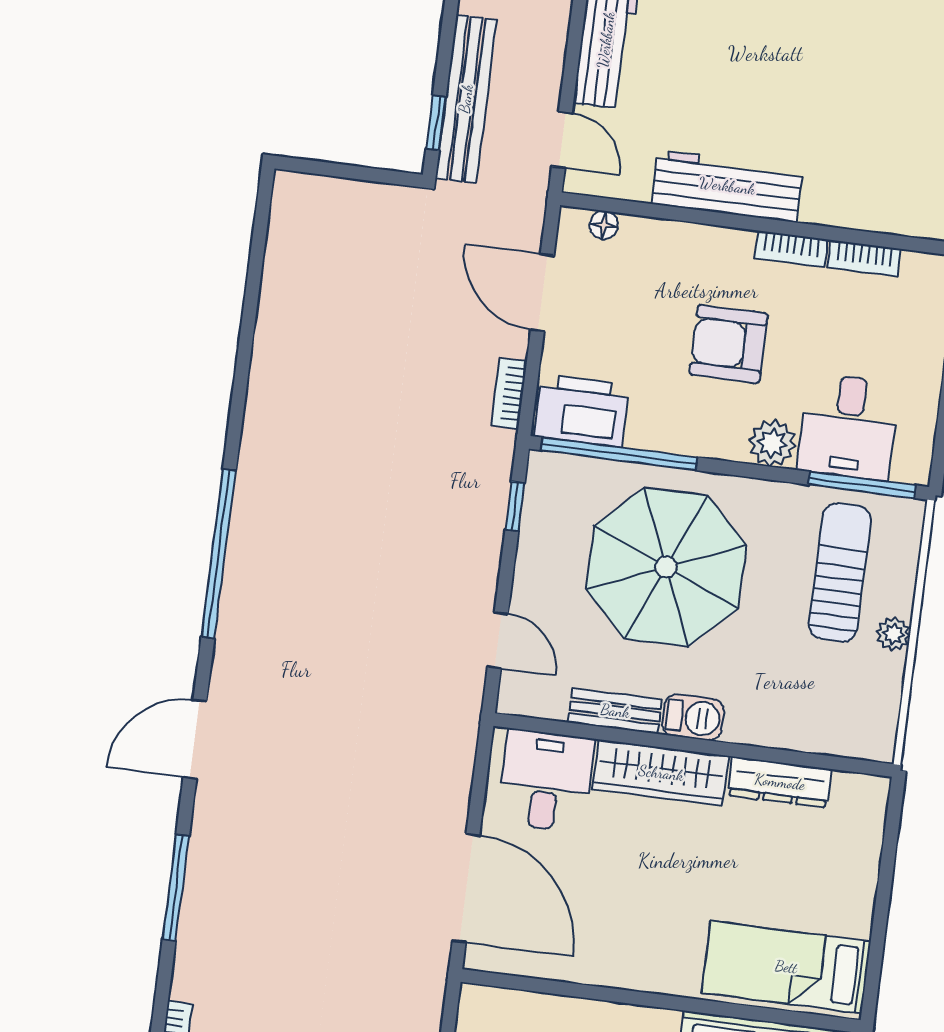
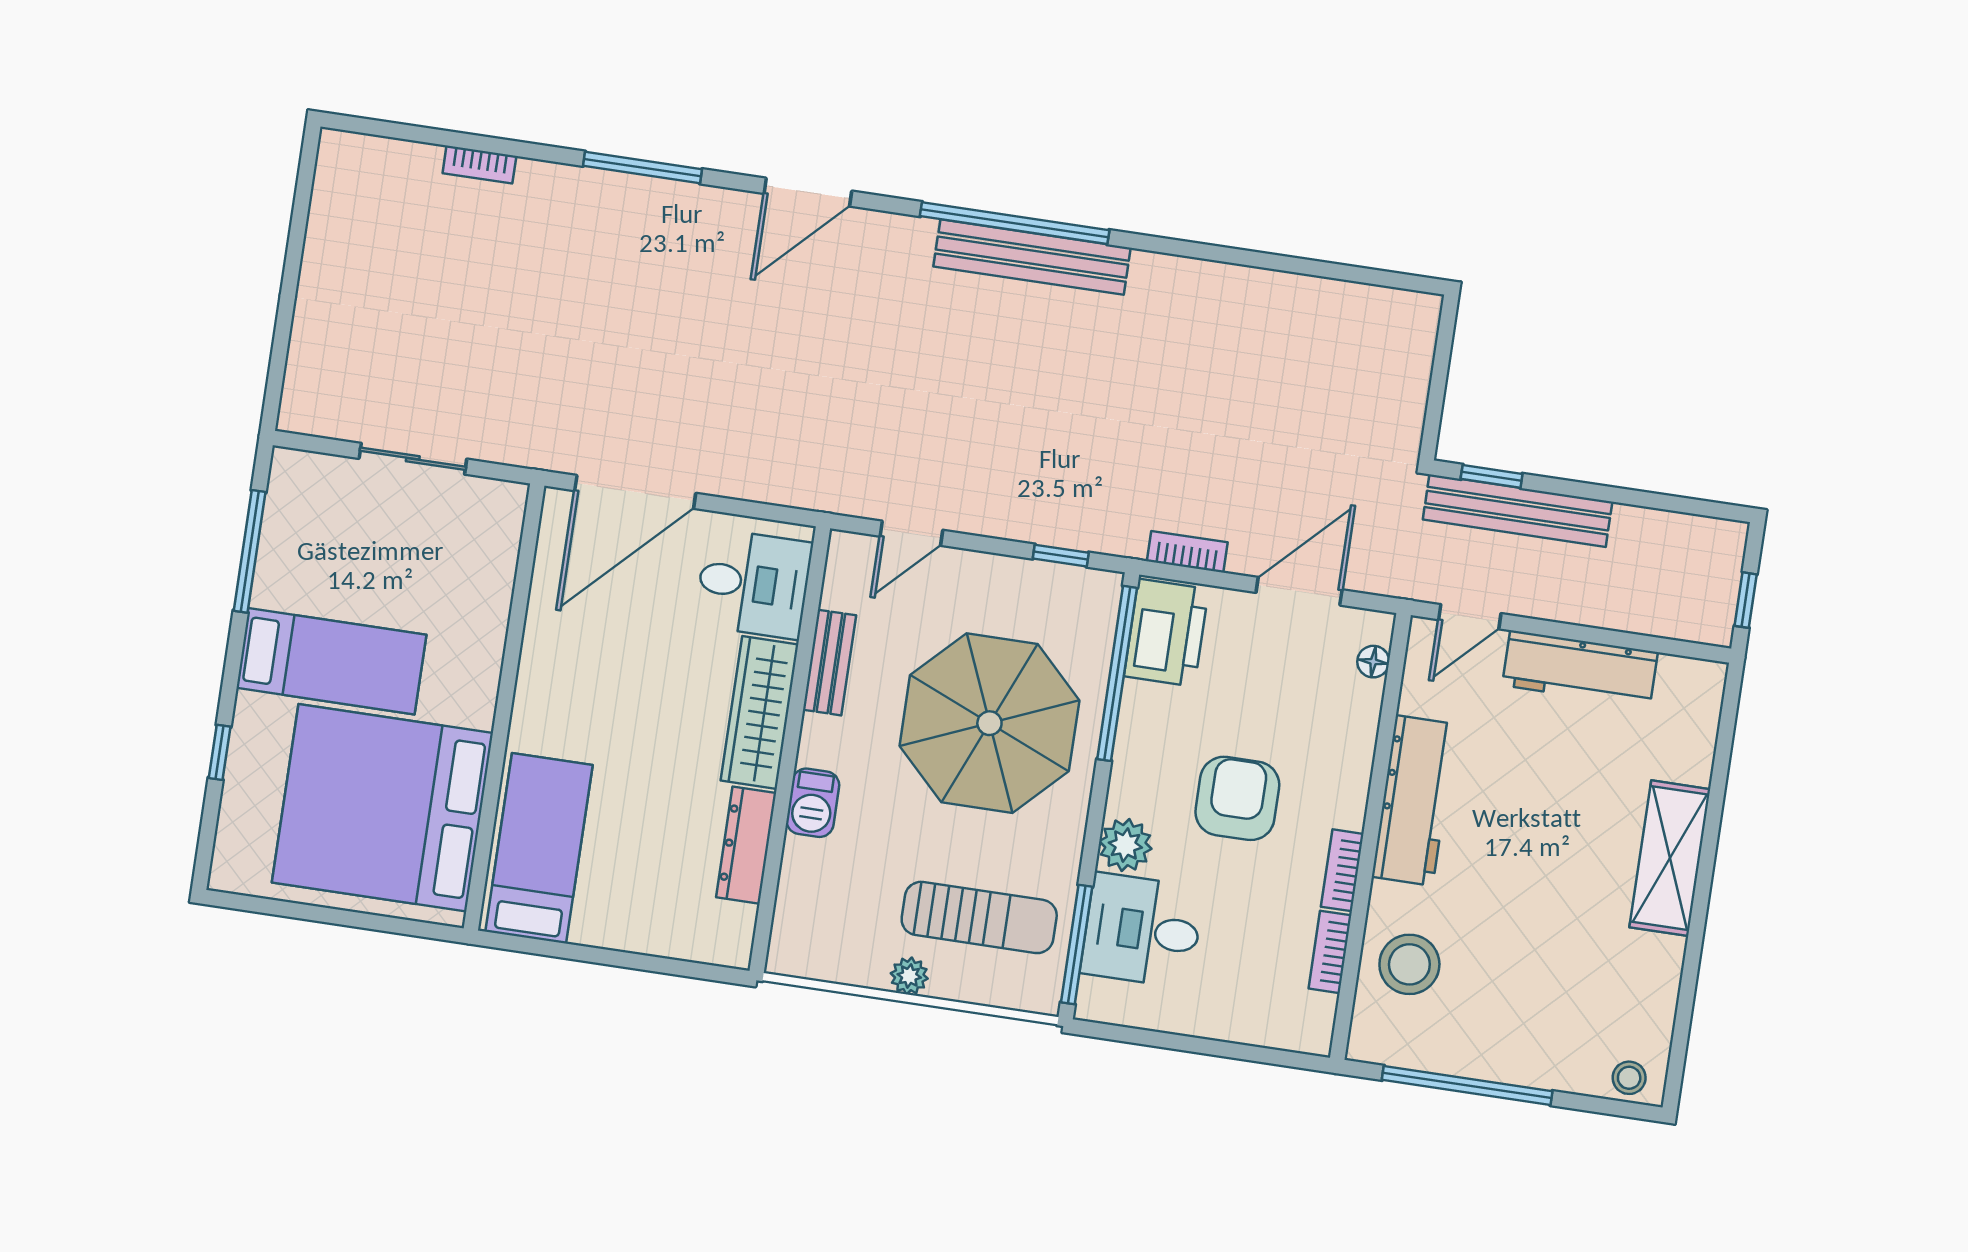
stool: (874, 187) -> (1409, 964), added
bench: (249, 538) -> (1032, 257), added
barbecue: (693, 717) -> (813, 803), moved
door: (195, 739) -> (808, 192), swing flipped

